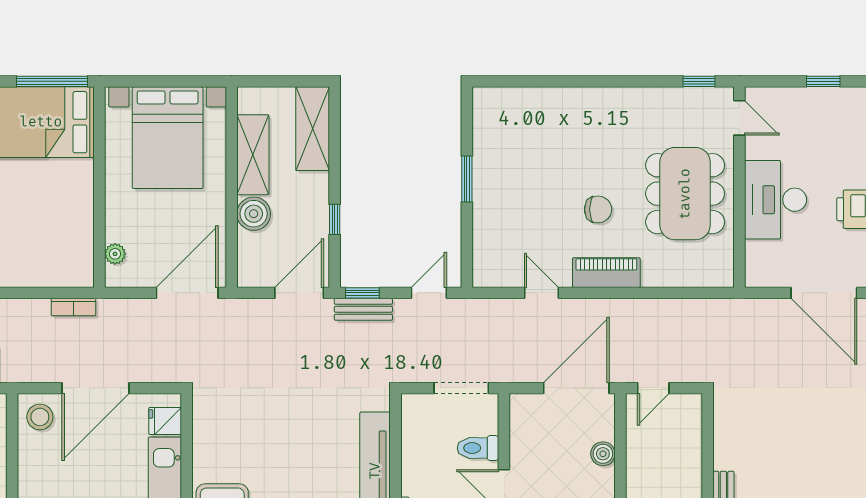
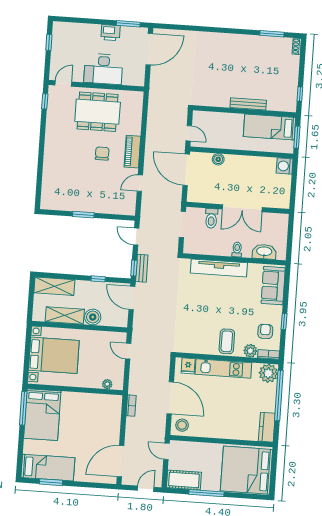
door: (187, 293) -> (128, 351), width x0.53

